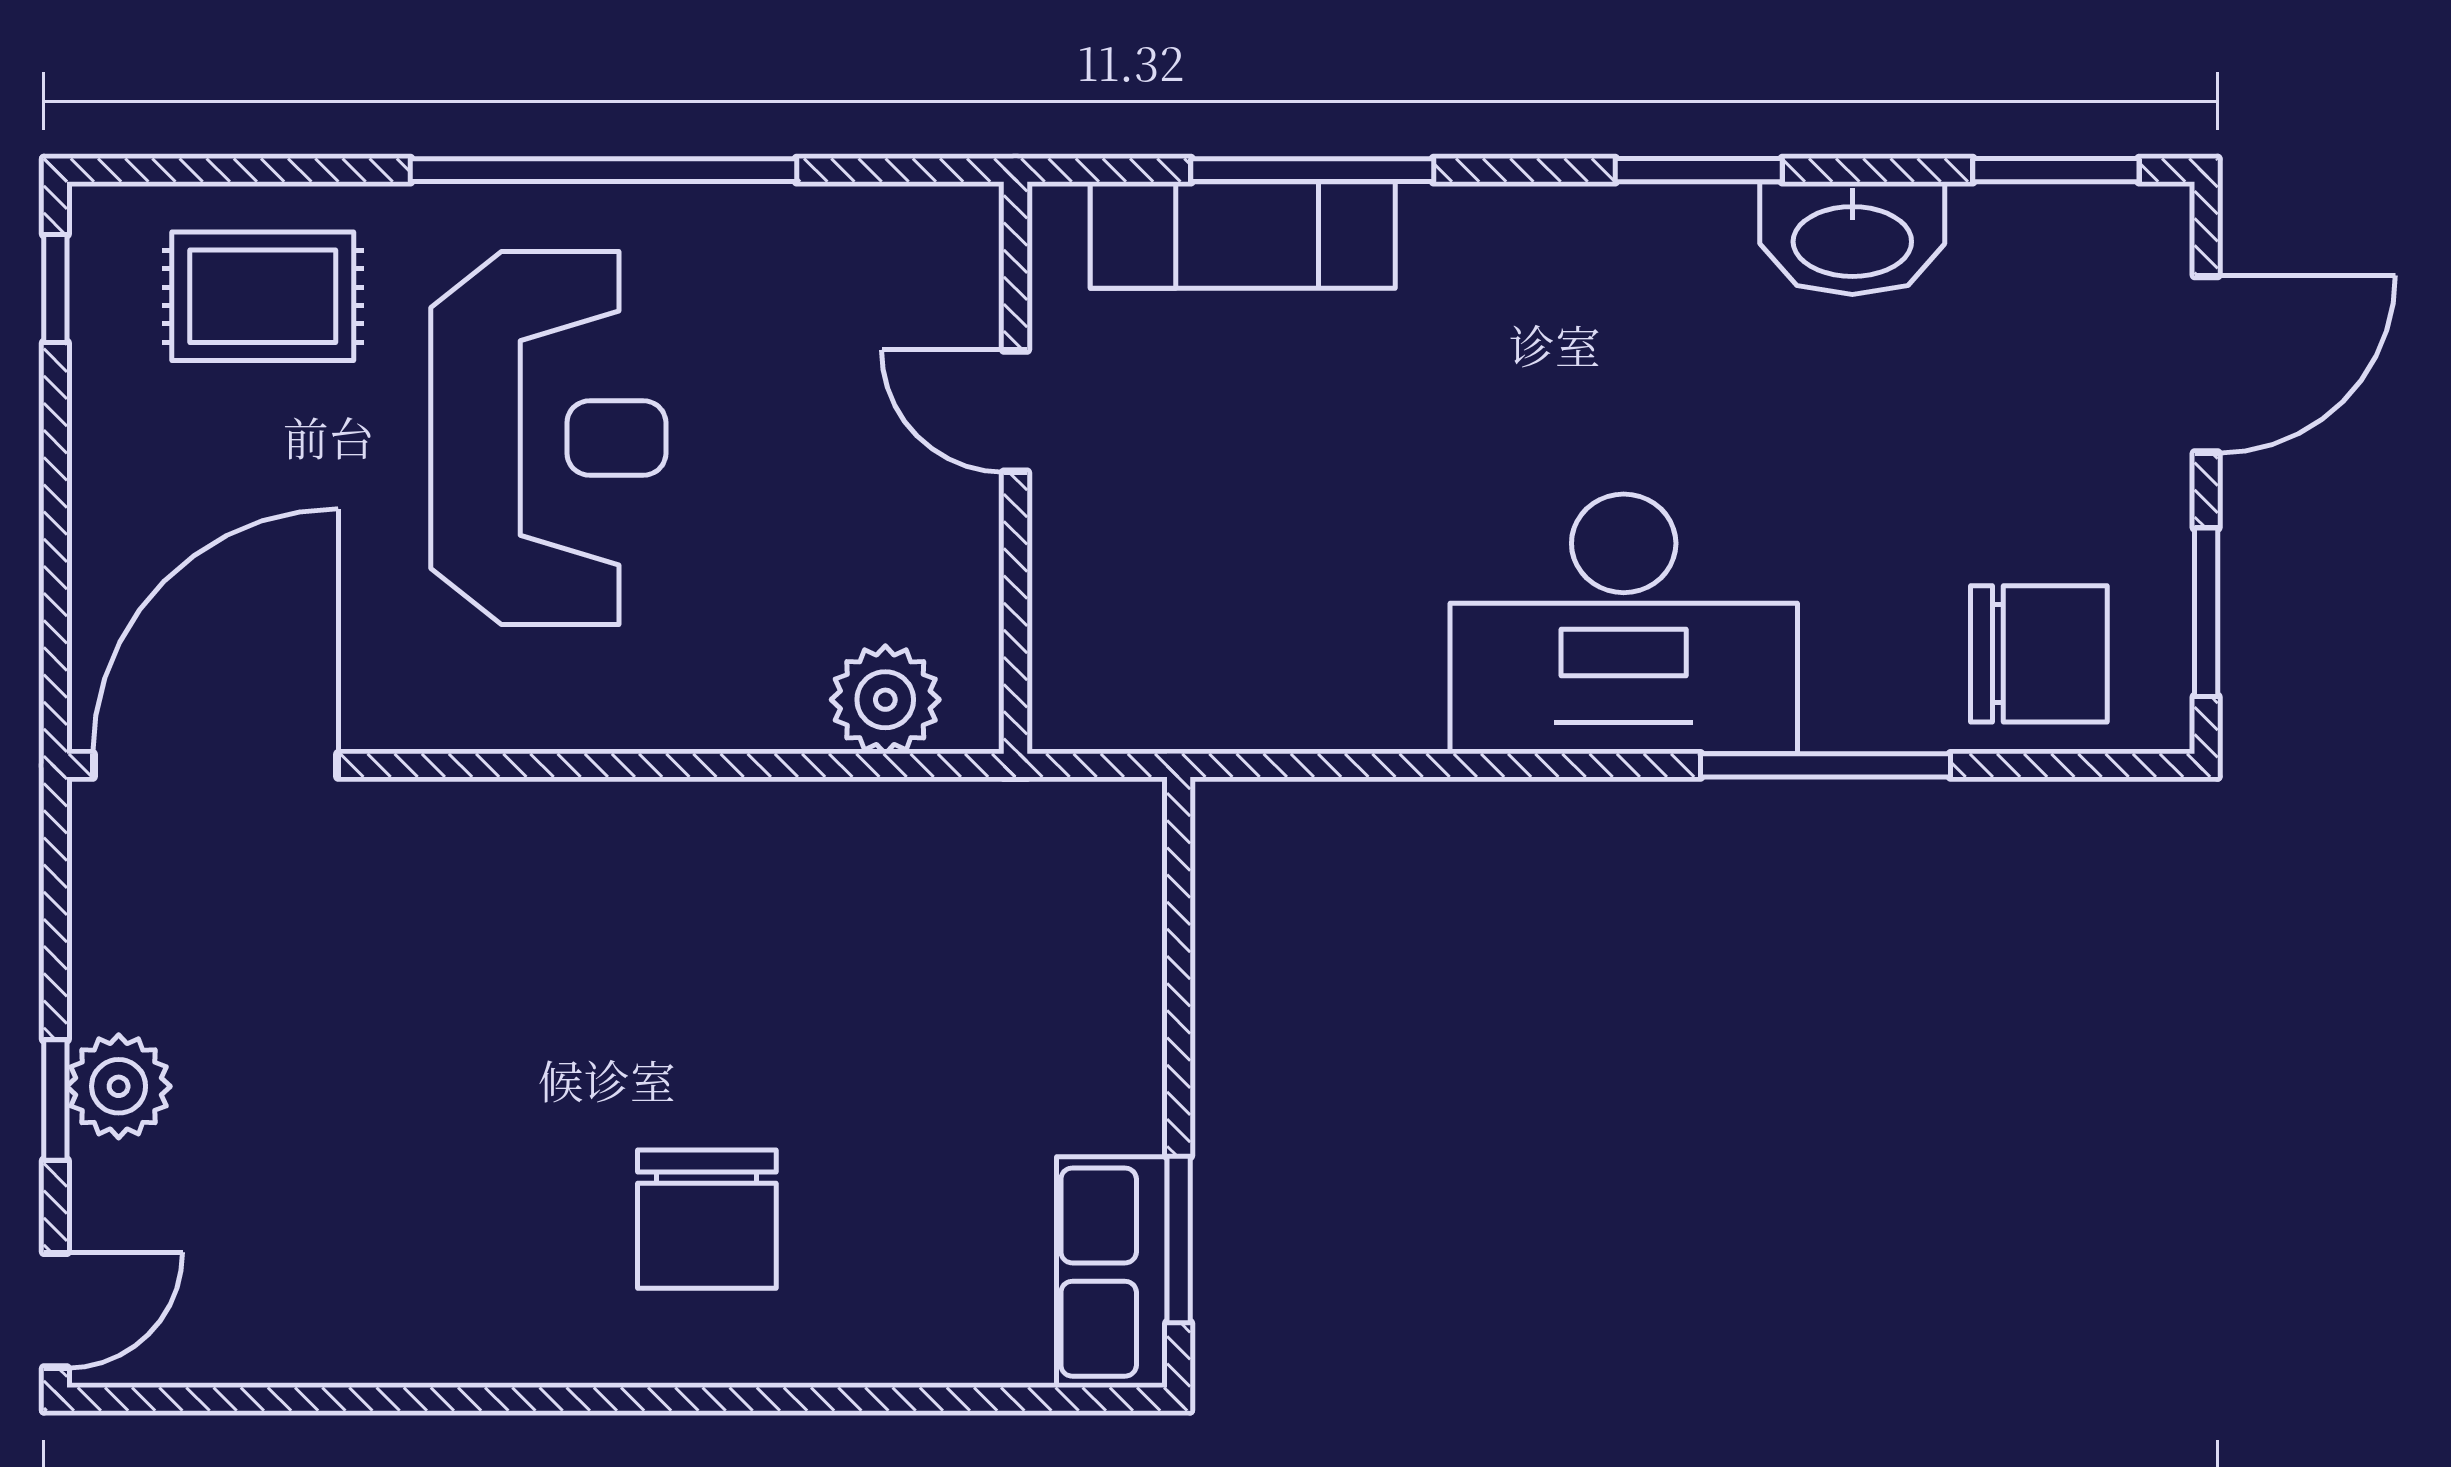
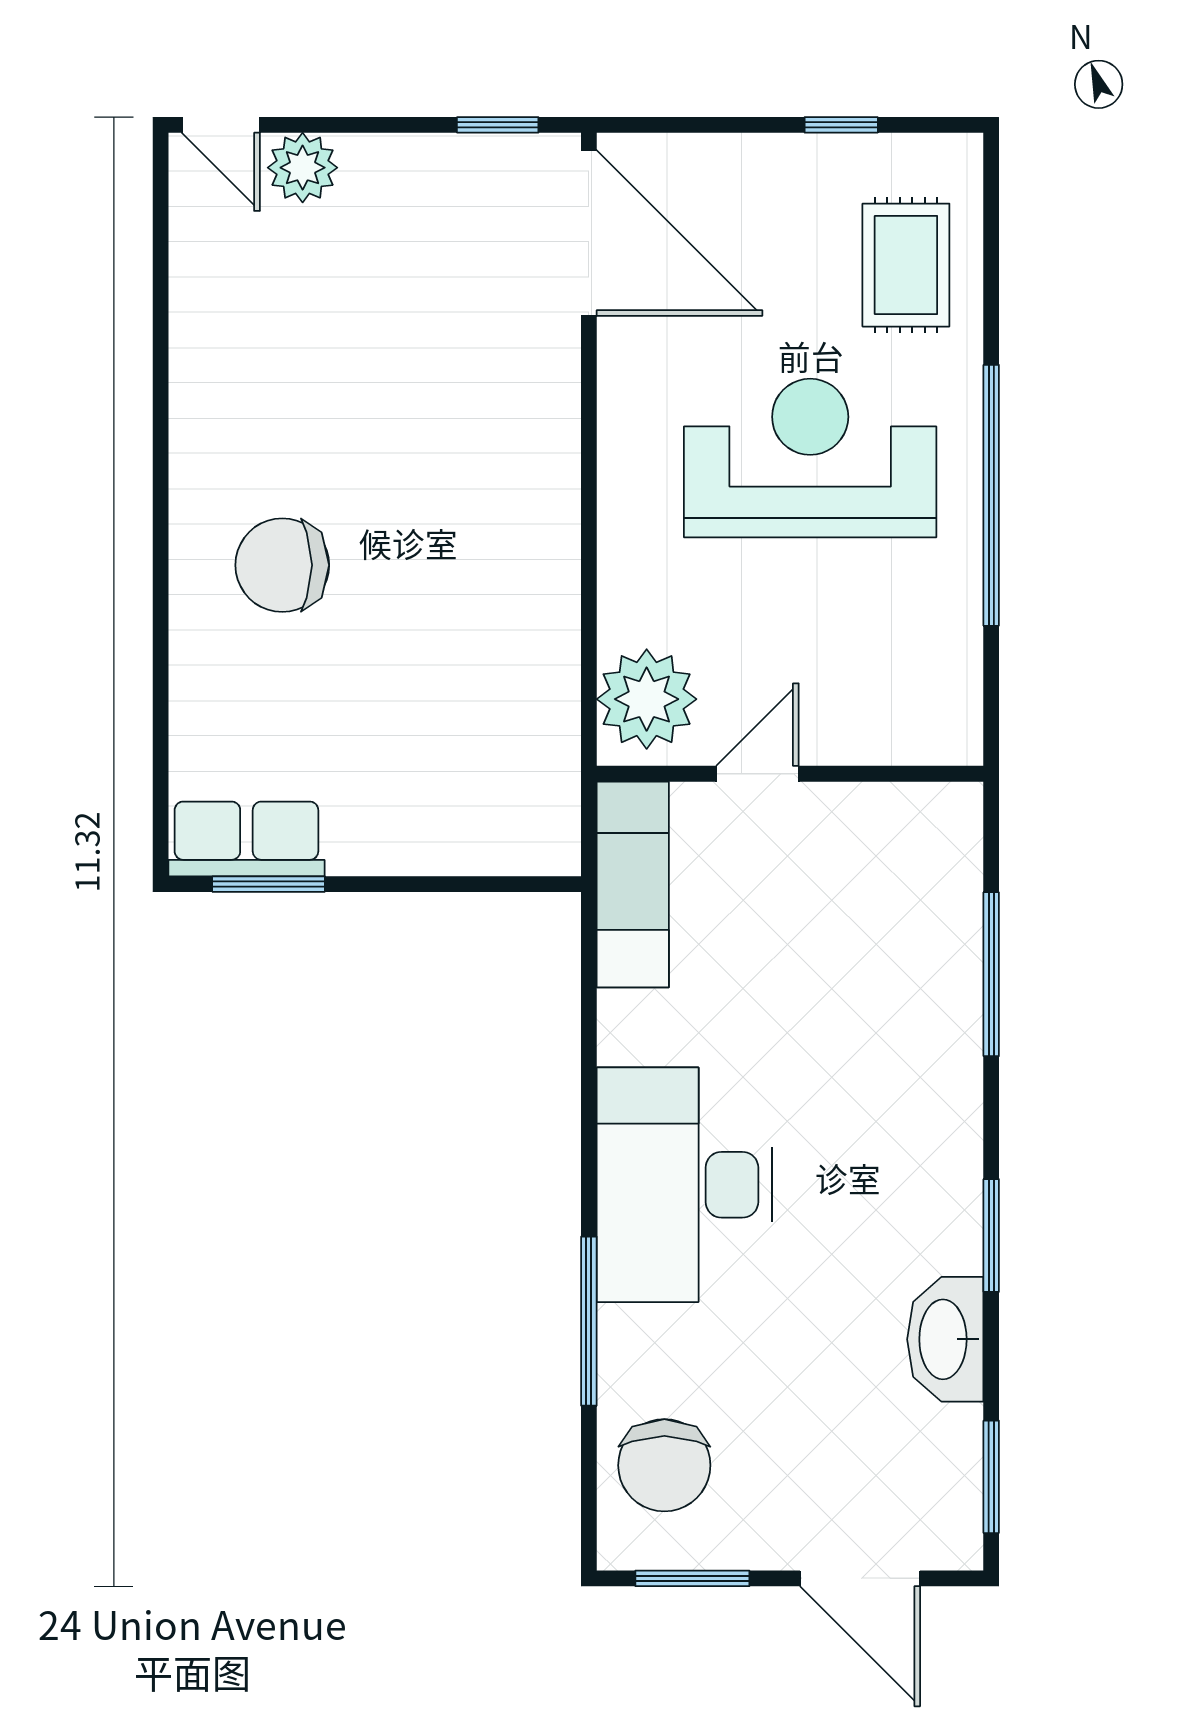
exam couch: (1243, 235) -> (633, 884), moved, turned 180
window: (55, 289) -> (841, 125), moved
door: (1015, 411) -> (757, 774), moved
reception desk: (548, 438) -> (810, 458), turned 180
plant: (885, 700) -> (647, 699), width x1.36, depth x1.36
plant: (119, 1086) -> (303, 168), moved
window: (55, 1100) -> (498, 125), moved

